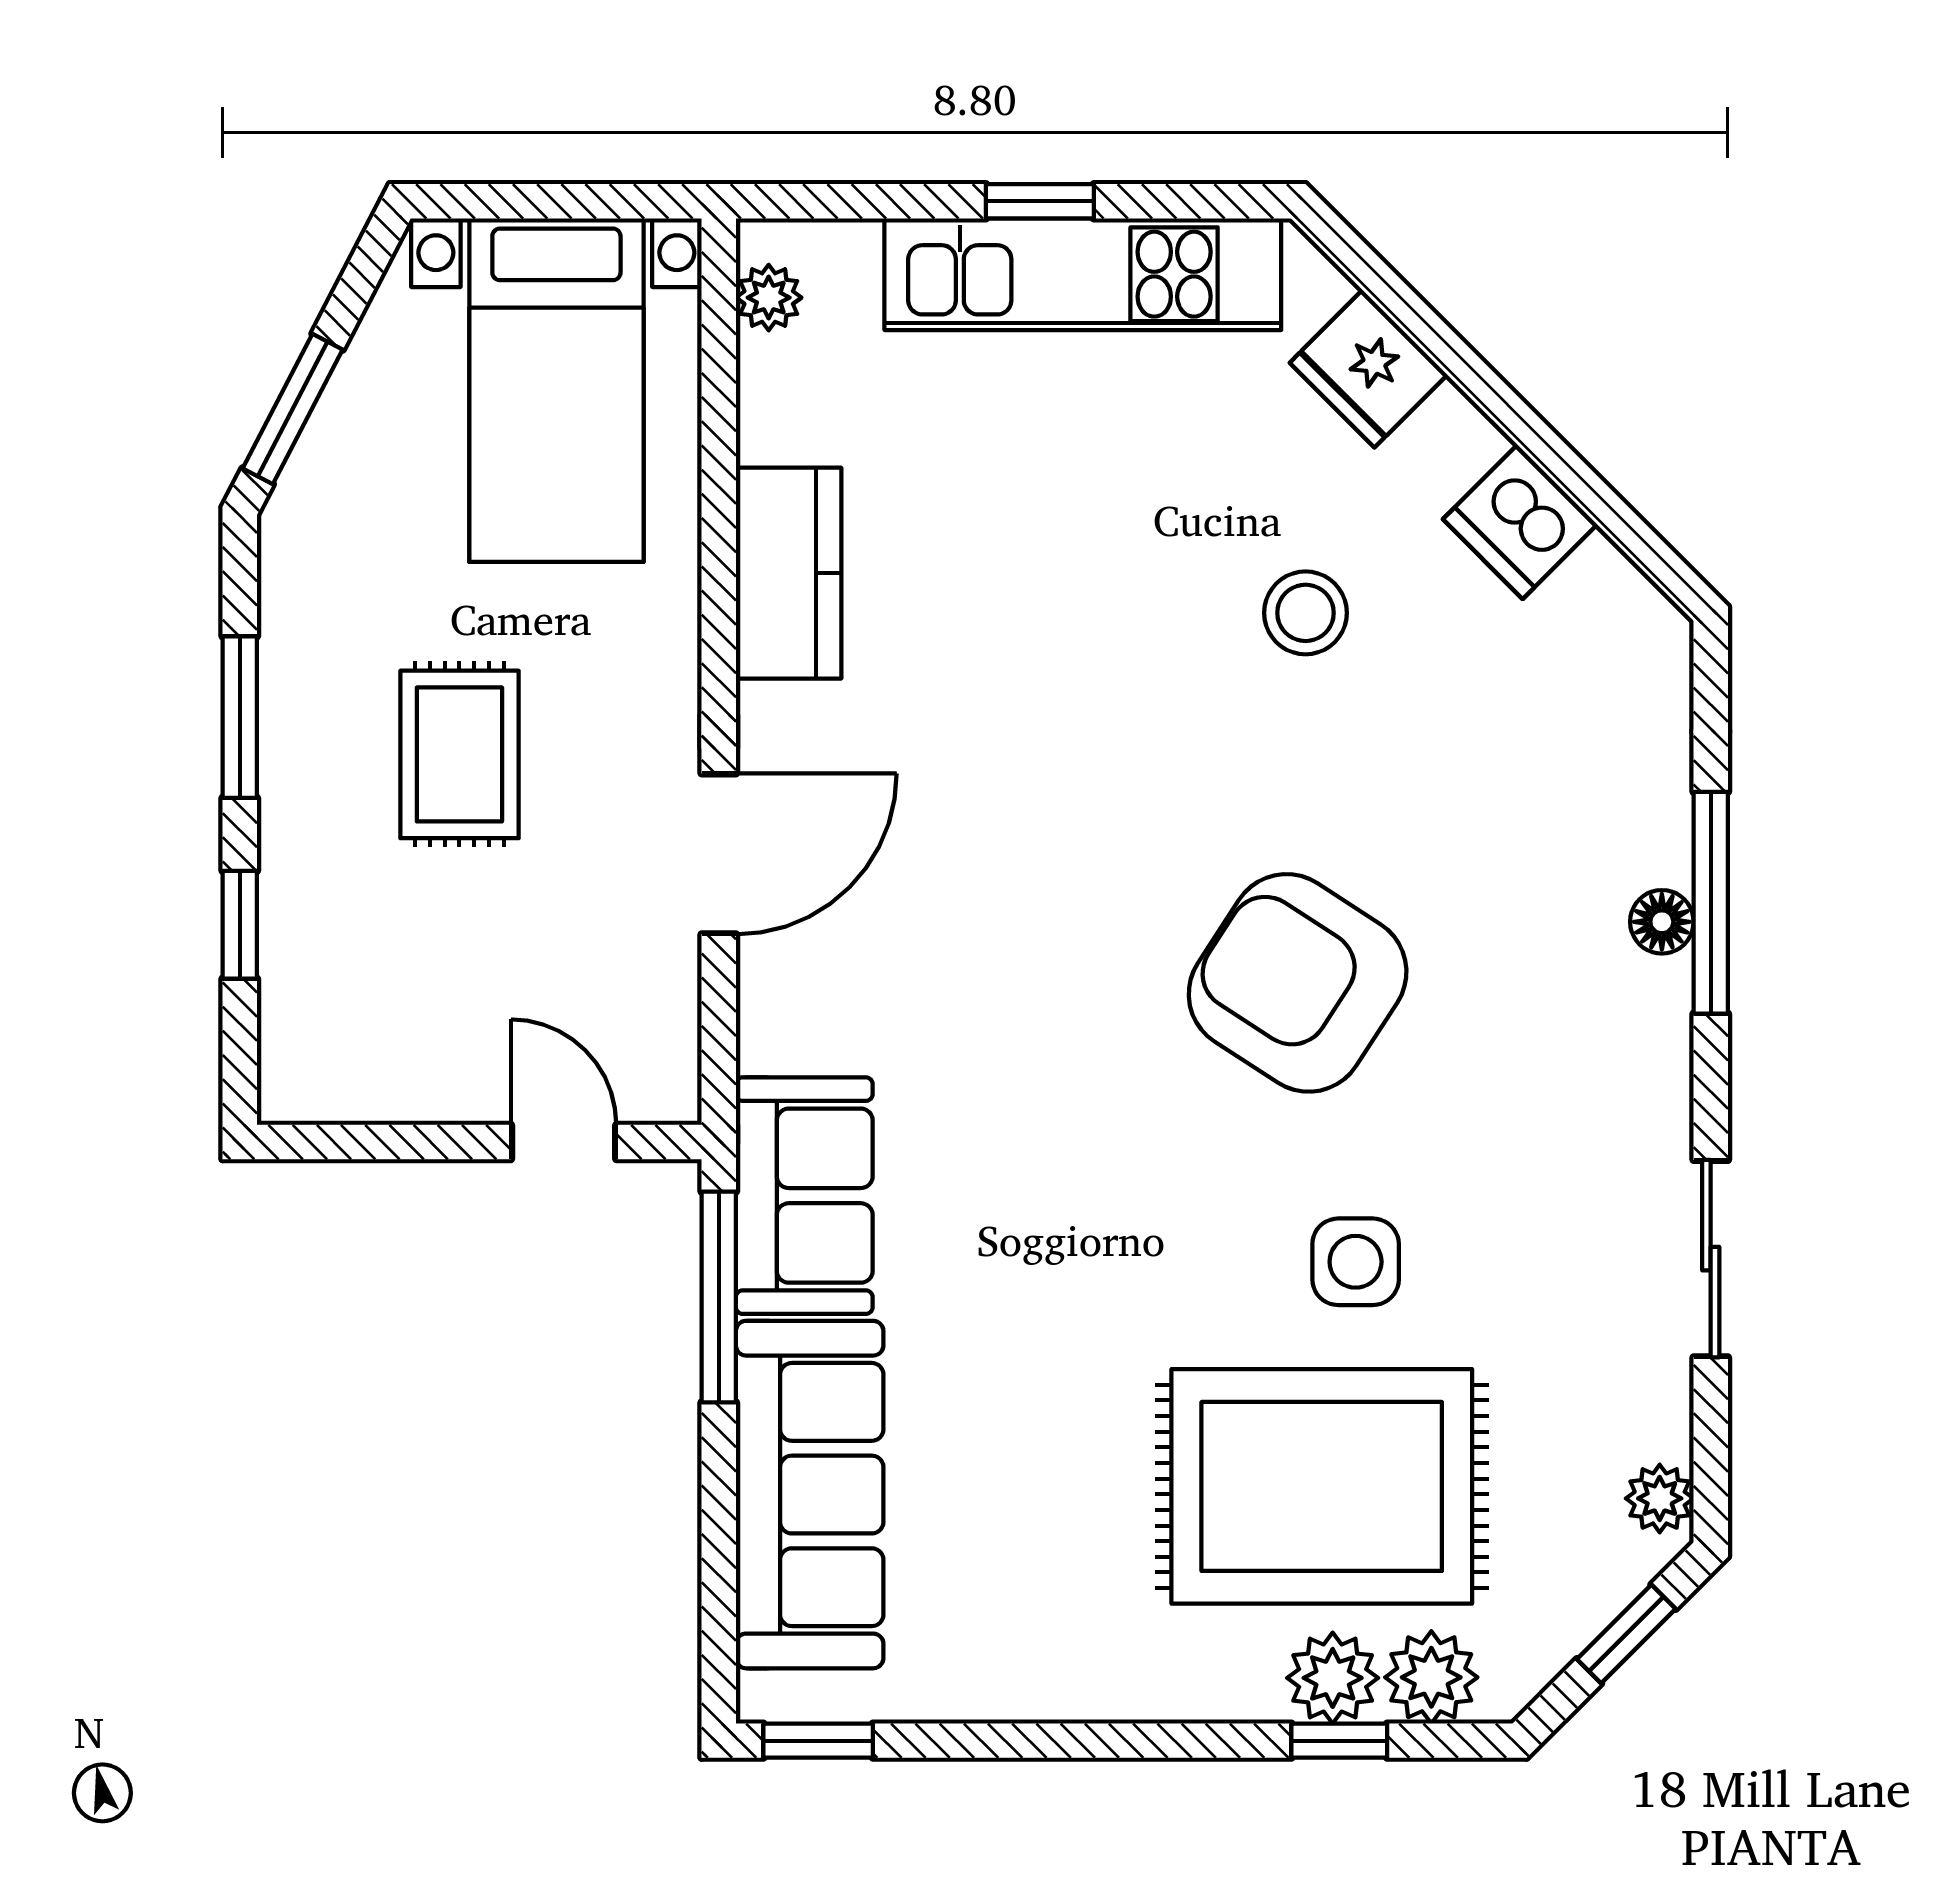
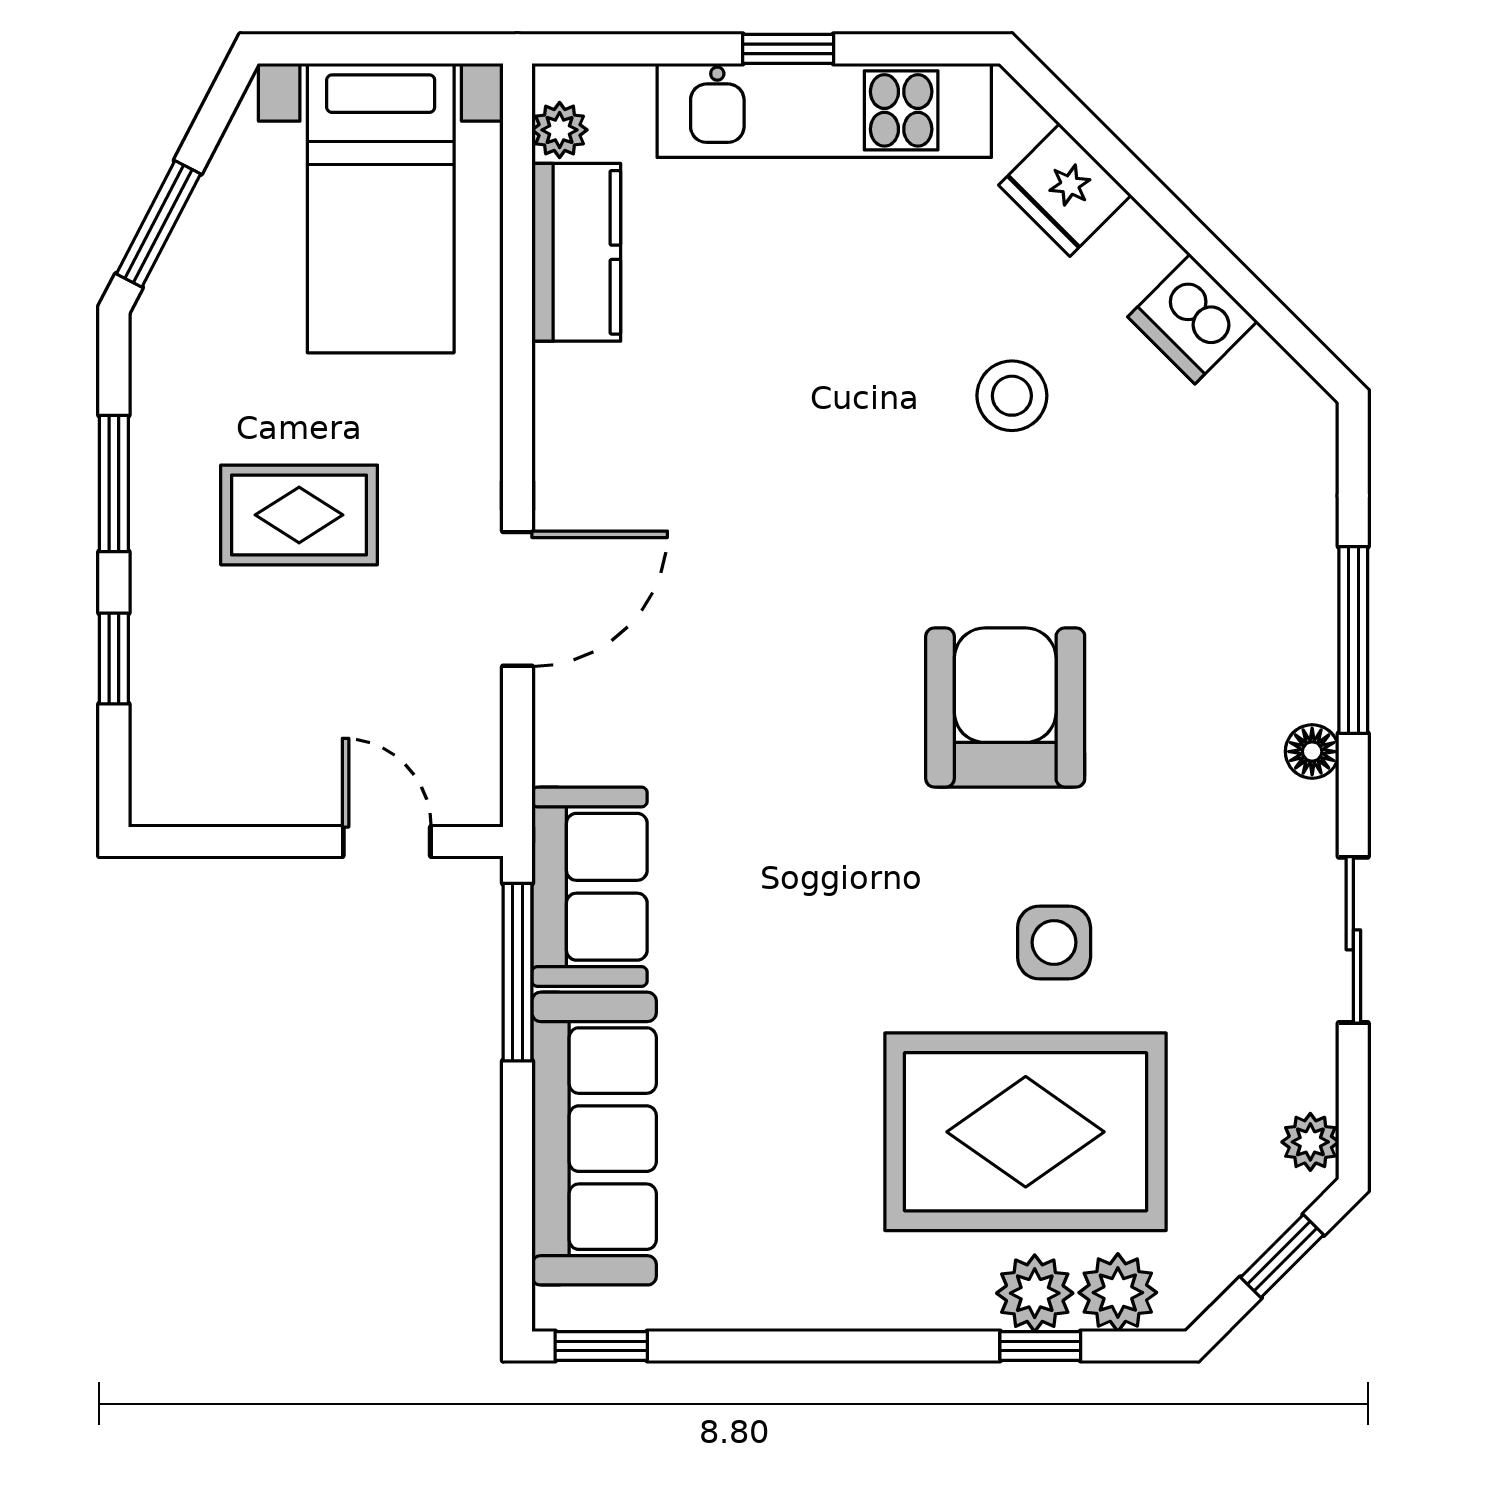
kitchen counter: (789, 573) -> (576, 252), moved
rug: (459, 754) -> (299, 515), turned 90
floor lamp: (1662, 922) -> (1312, 752), moved
armchair: (1298, 983) -> (1005, 708), turned 57

